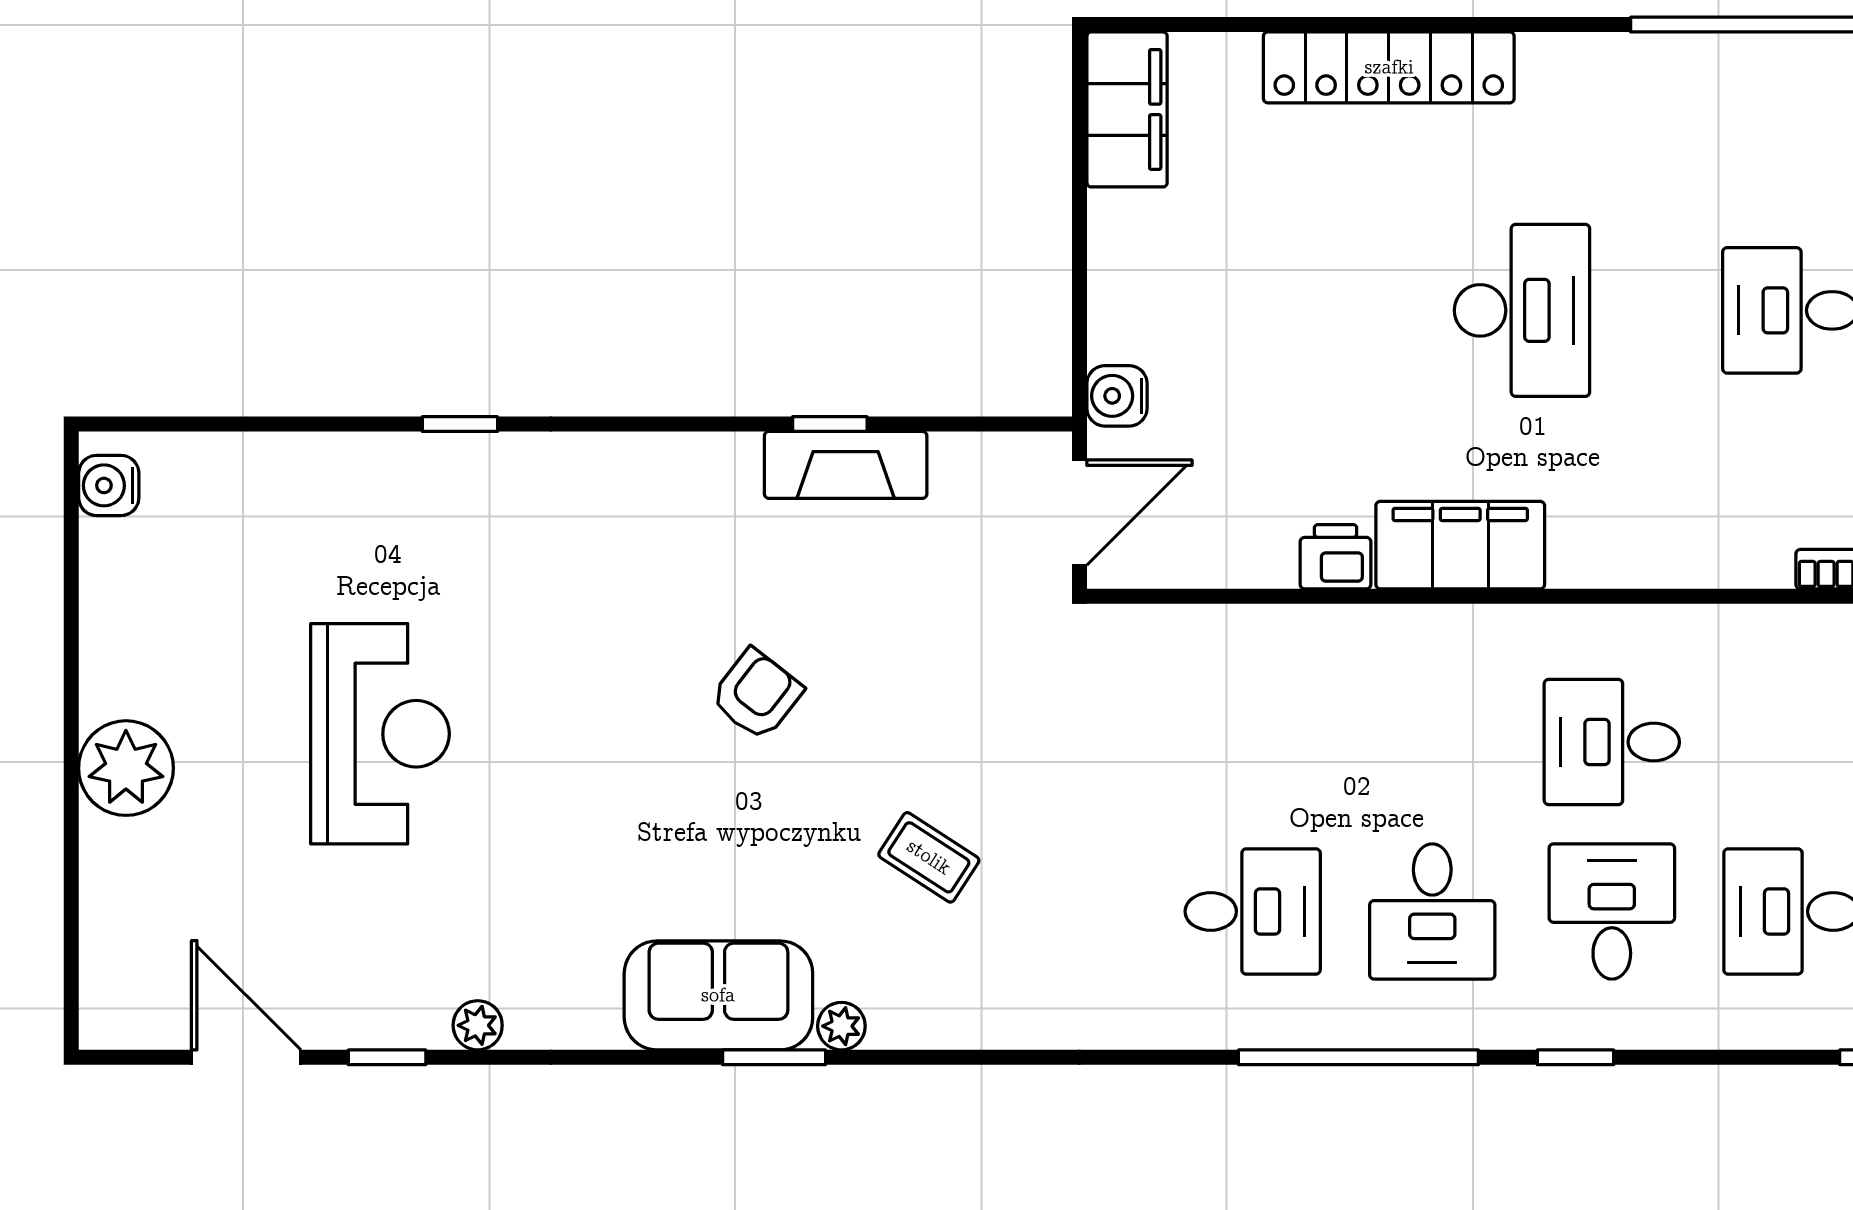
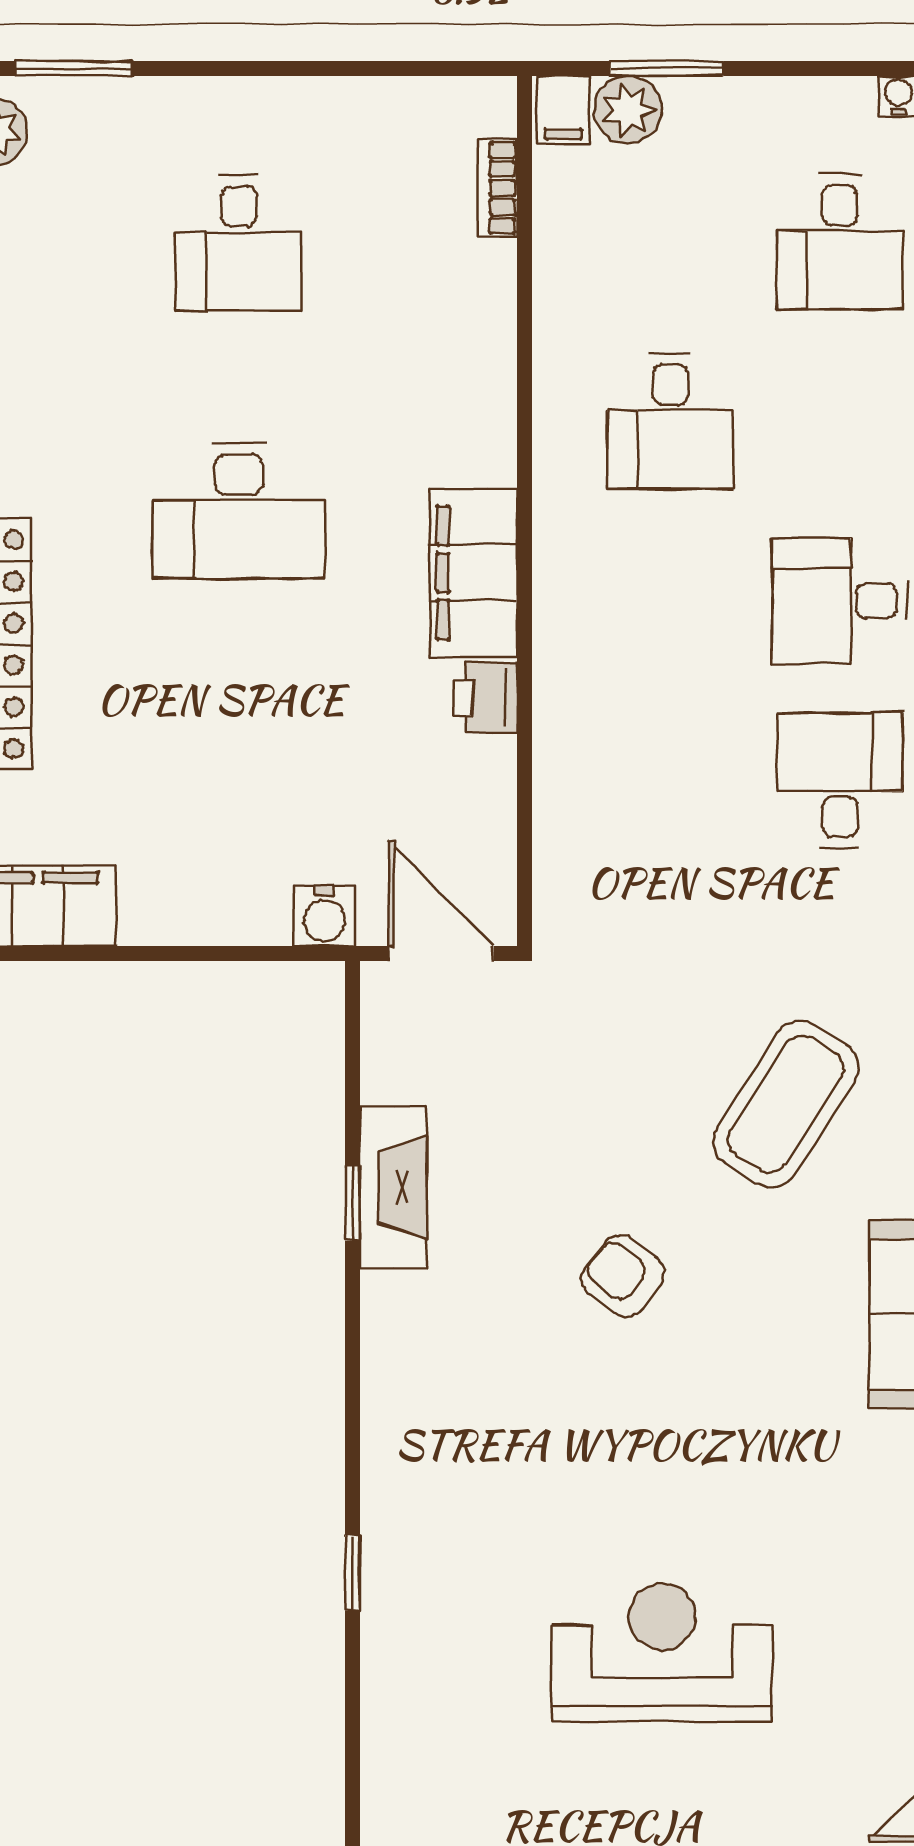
desk: (1522, 310) -> (239, 511), turned 180
coffee table: (929, 857) -> (786, 1104), width x1.86, depth x1.72
desk: (1432, 911) -> (840, 601), turned 180
desk: (1612, 911) -> (840, 421), removed

